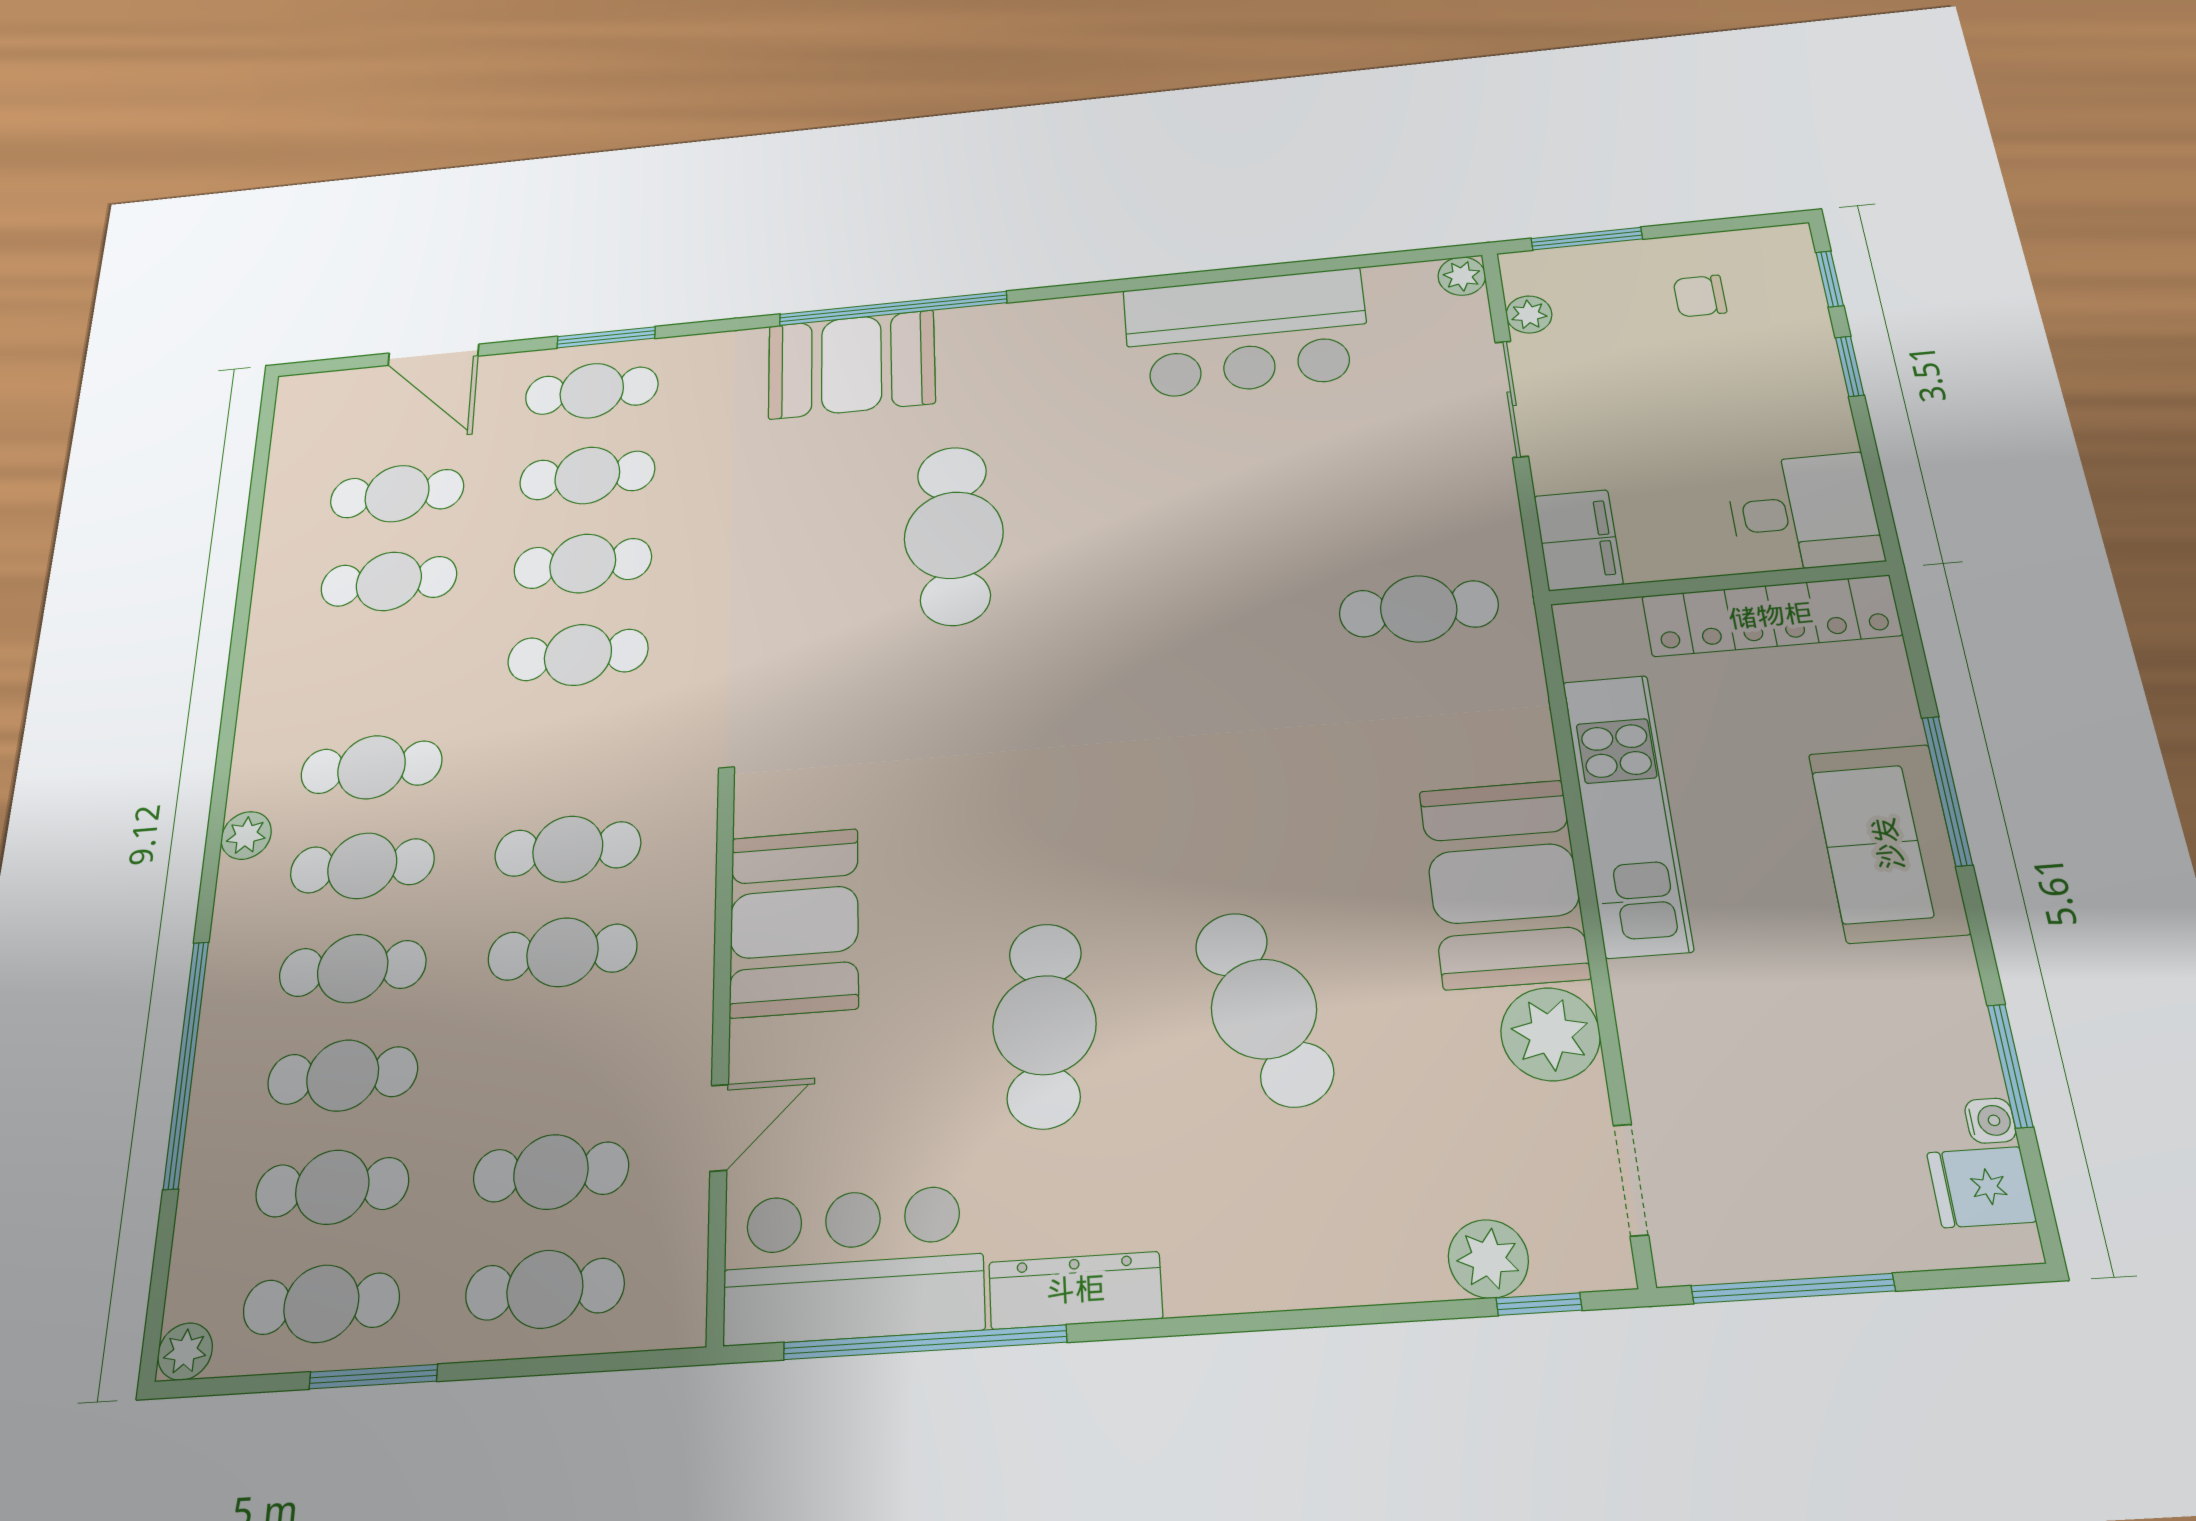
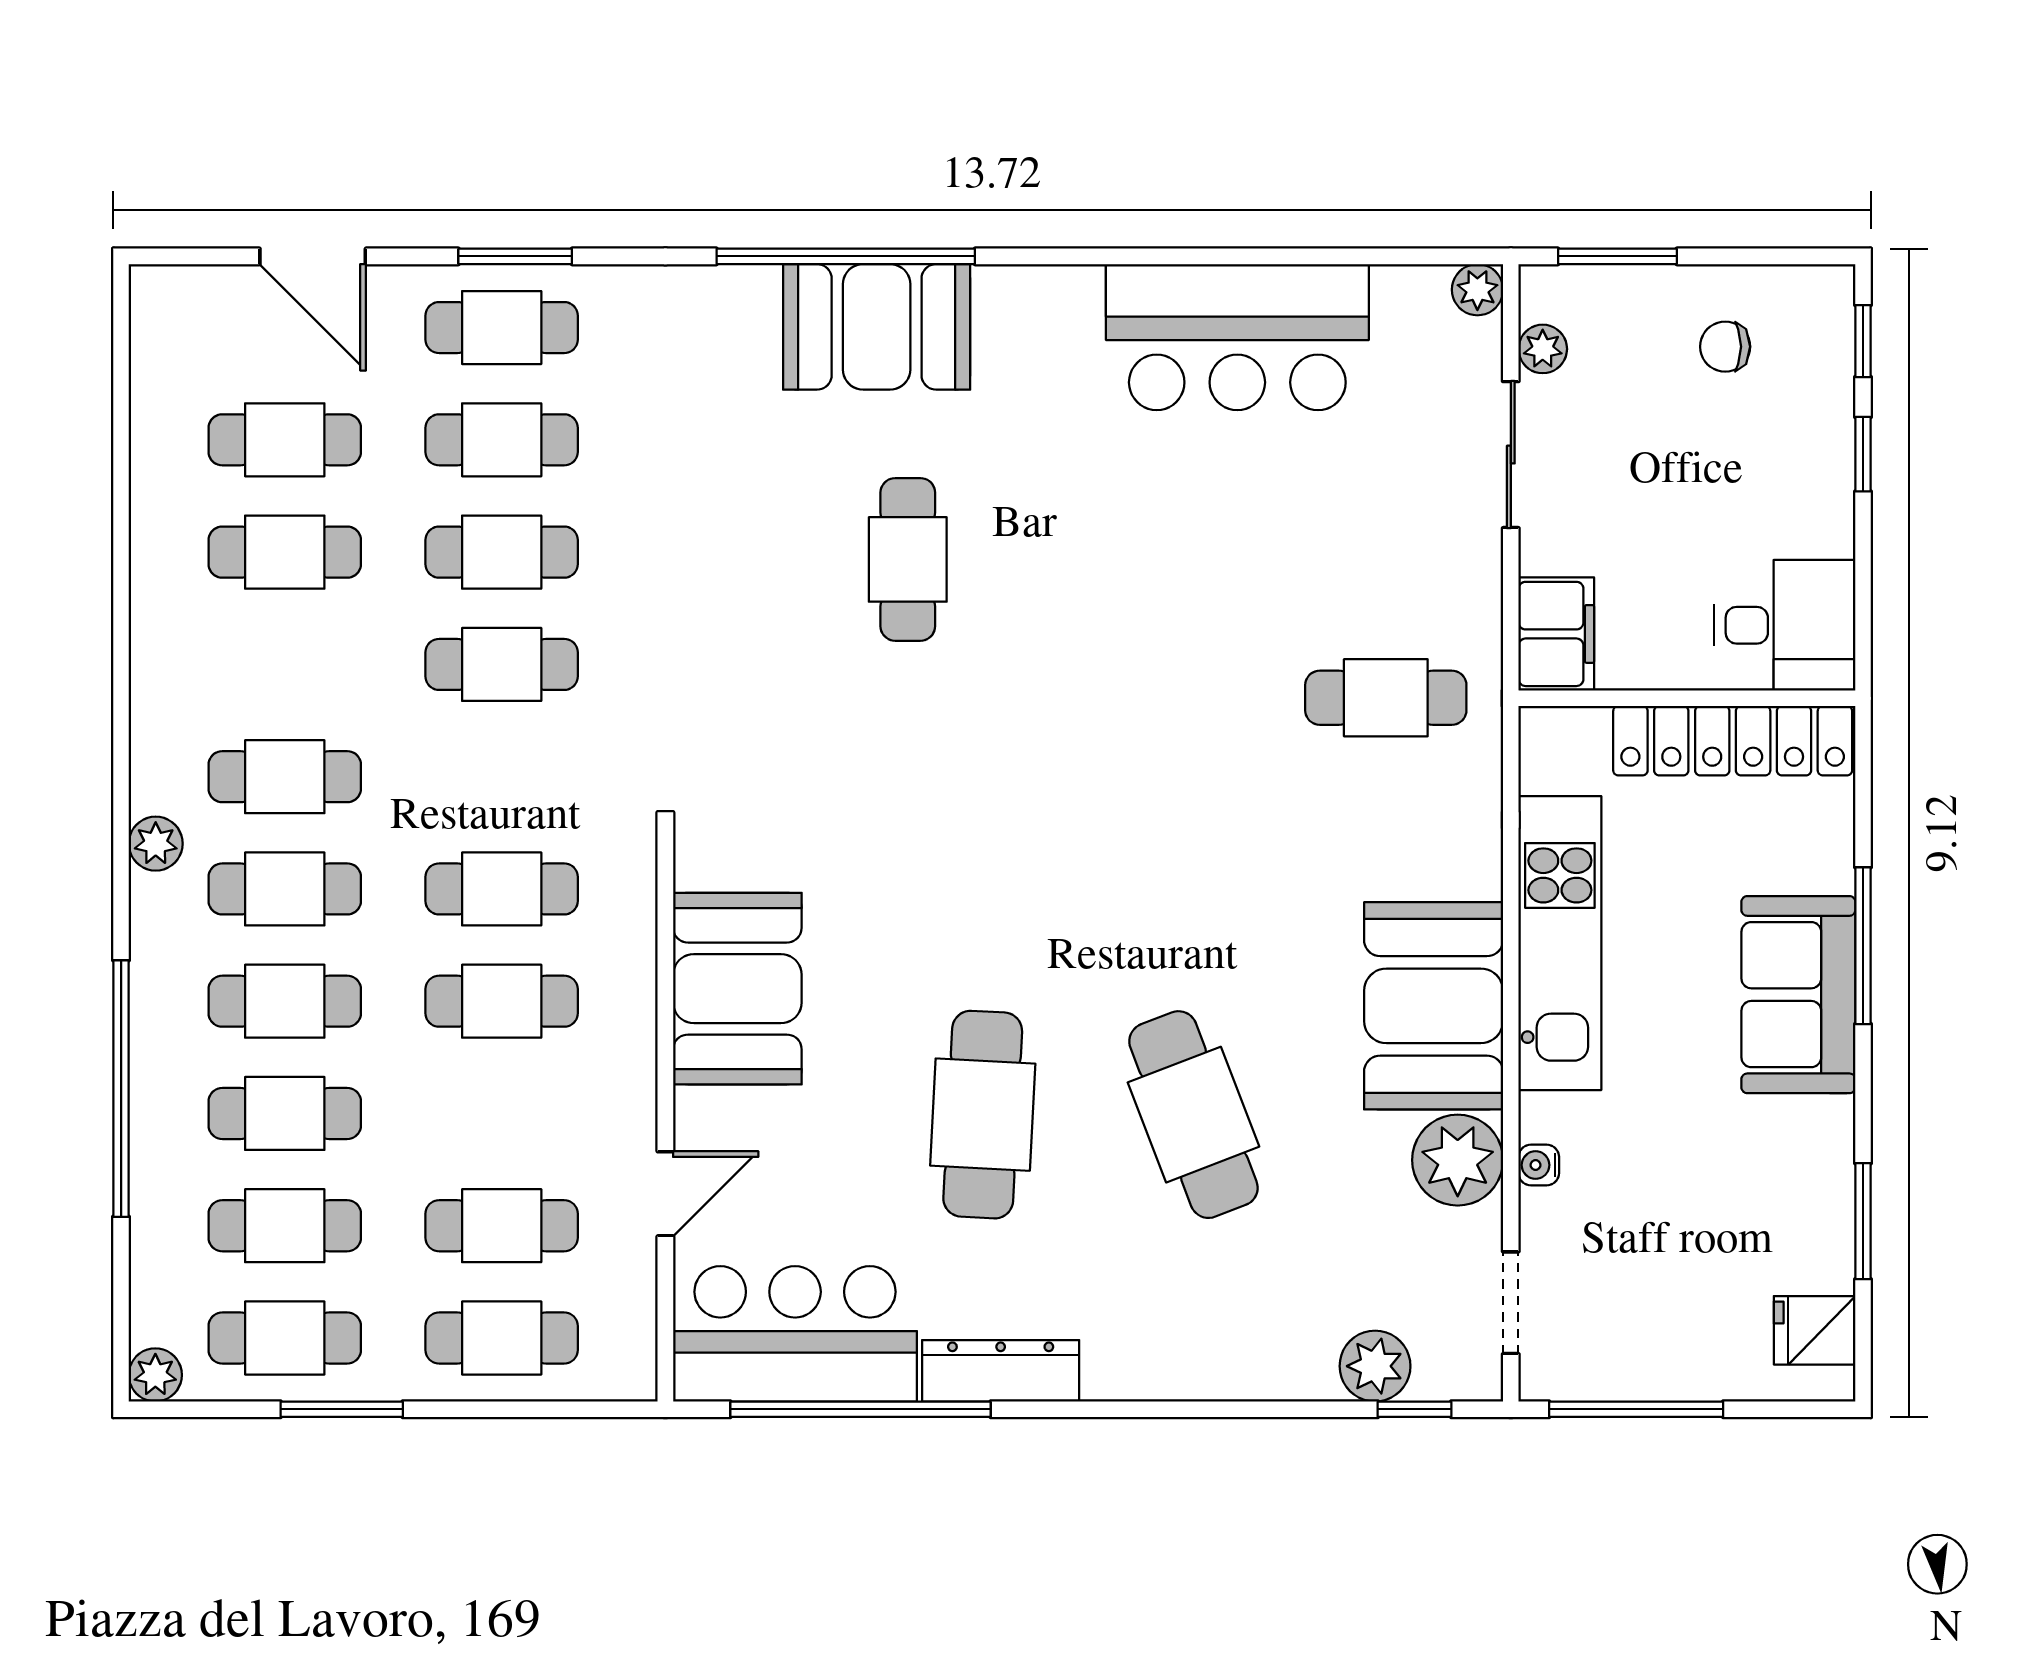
booth: (852, 364) -> (877, 327), moved
cafe table: (954, 535) -> (908, 559), width x0.73, depth x0.74
water cooler: (1990, 1121) -> (1539, 1165), moved, turned 180

